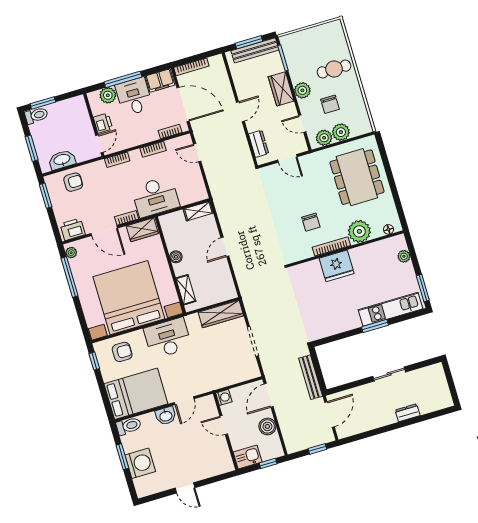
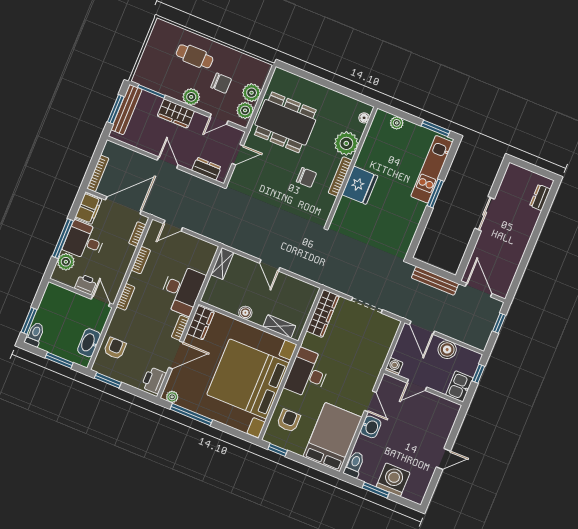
cafe table: (334, 69) -> (195, 56), turned 90
dining table: (357, 177) -> (285, 122), moved
dresser: (408, 413) -> (540, 197), moved

